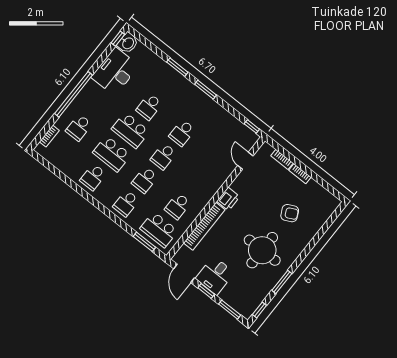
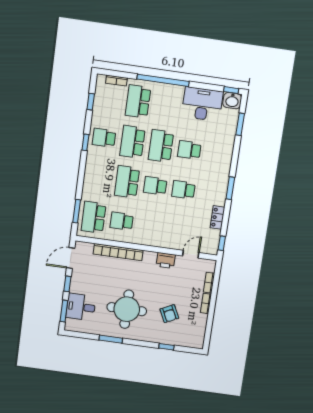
window: (177, 67) -> (240, 124), moved
locker: (226, 117) -> (217, 217), added
school desk: (79, 128) -> (138, 101), width x1.85
window: (54, 170) -> (91, 102), added
school desk: (145, 180) -> (127, 182), width x1.85
window: (87, 196) -> (85, 142), added
printer: (228, 199) -> (166, 260), moved
school desk: (126, 203) -> (99, 178), removed
desk: (215, 276) -> (81, 307), moved
window: (259, 310) -> (166, 347), moved

